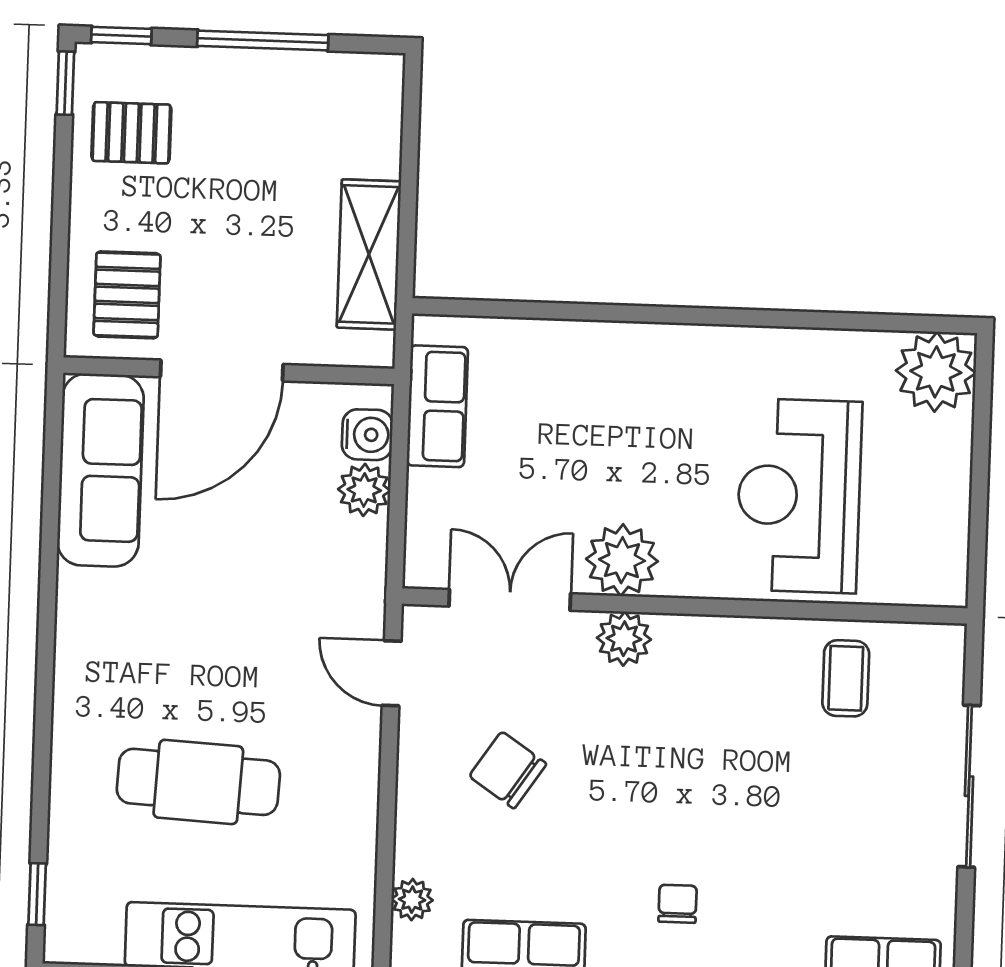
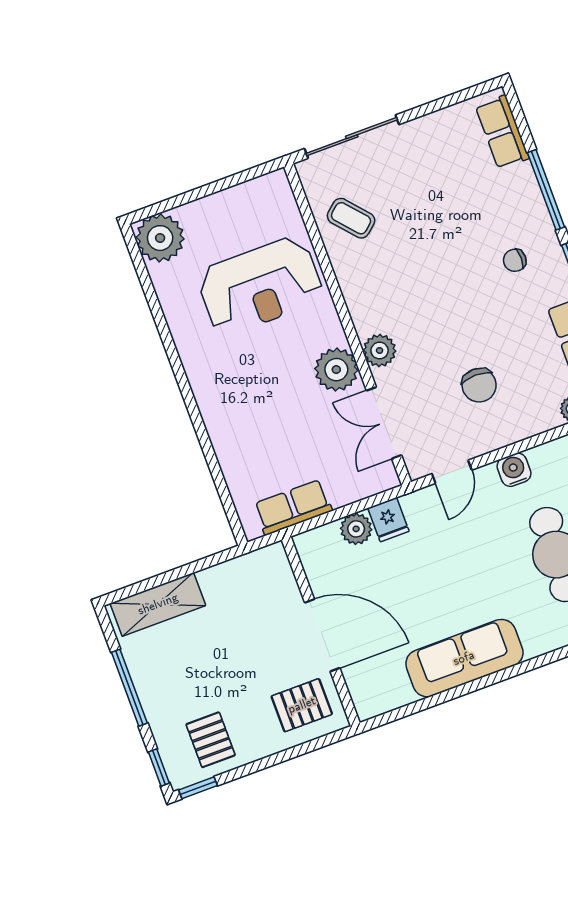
shelving: (369, 254) -> (158, 604), moved
water cooler: (367, 435) -> (514, 470), moved
sofa: (100, 470) -> (464, 658), moved
fridge: (358, 546) -> (388, 520), added
coffee table: (846, 678) -> (351, 218), turned 49
chair: (508, 770) -> (479, 385), turned -34
sliding door: (969, 786) -> (352, 137), moved

